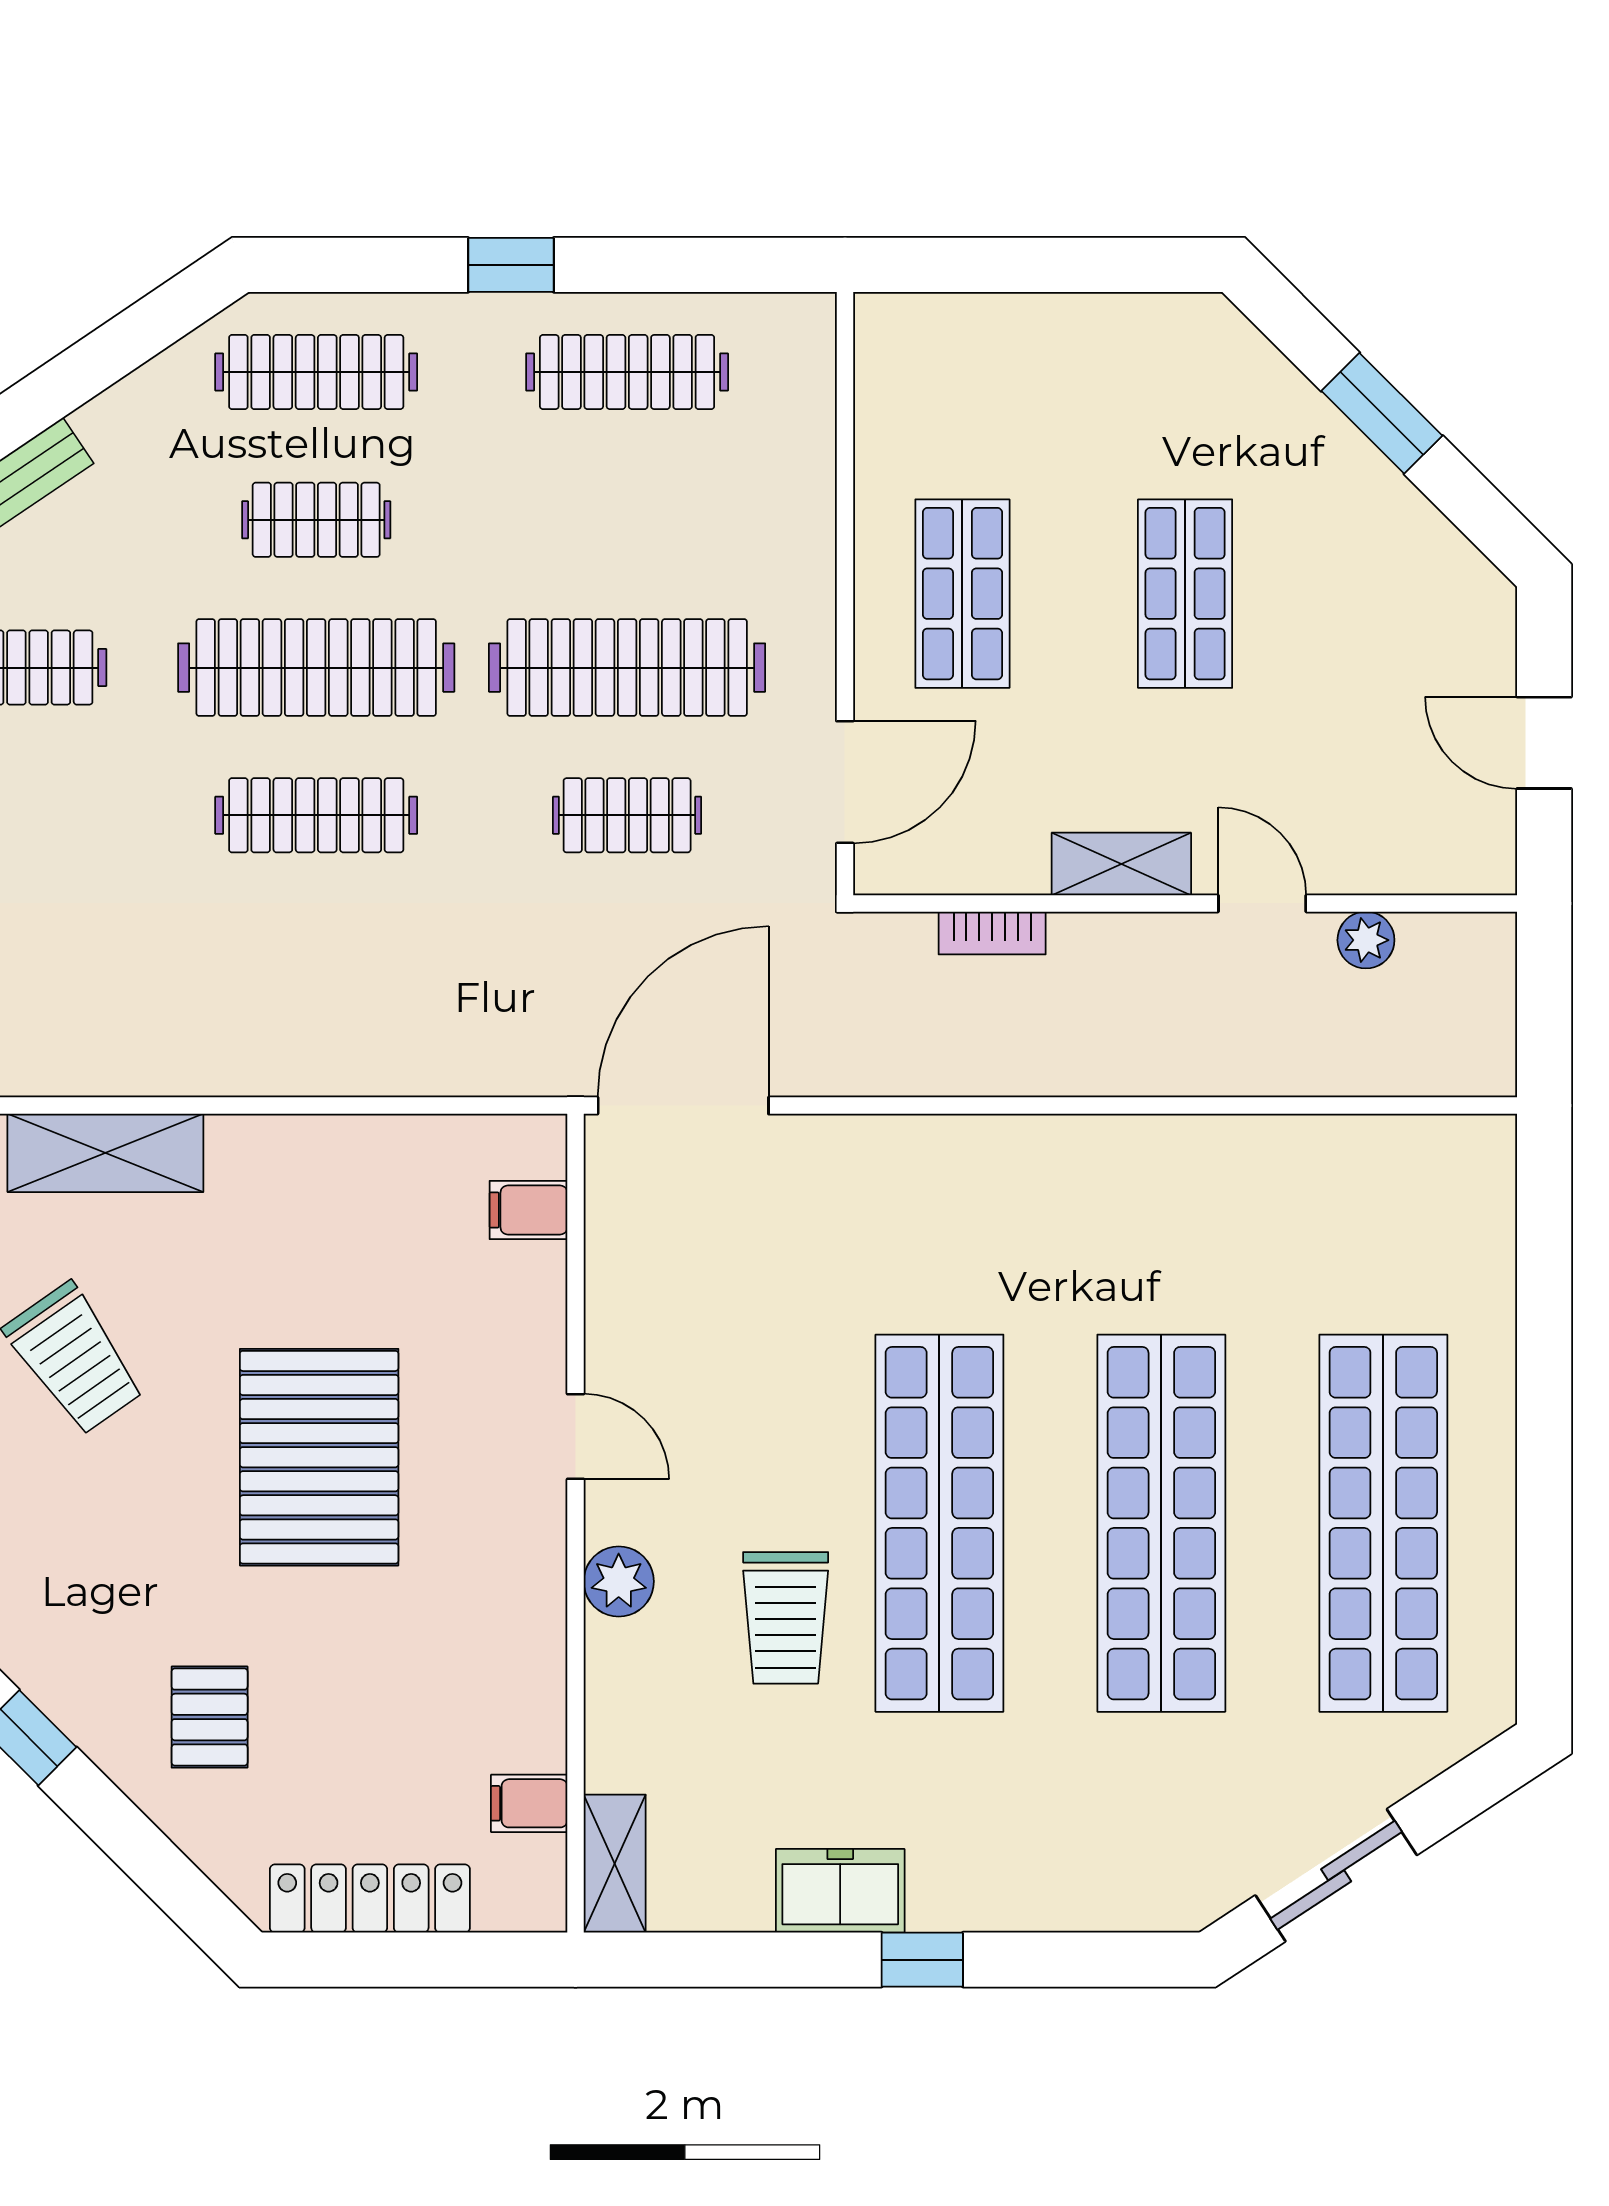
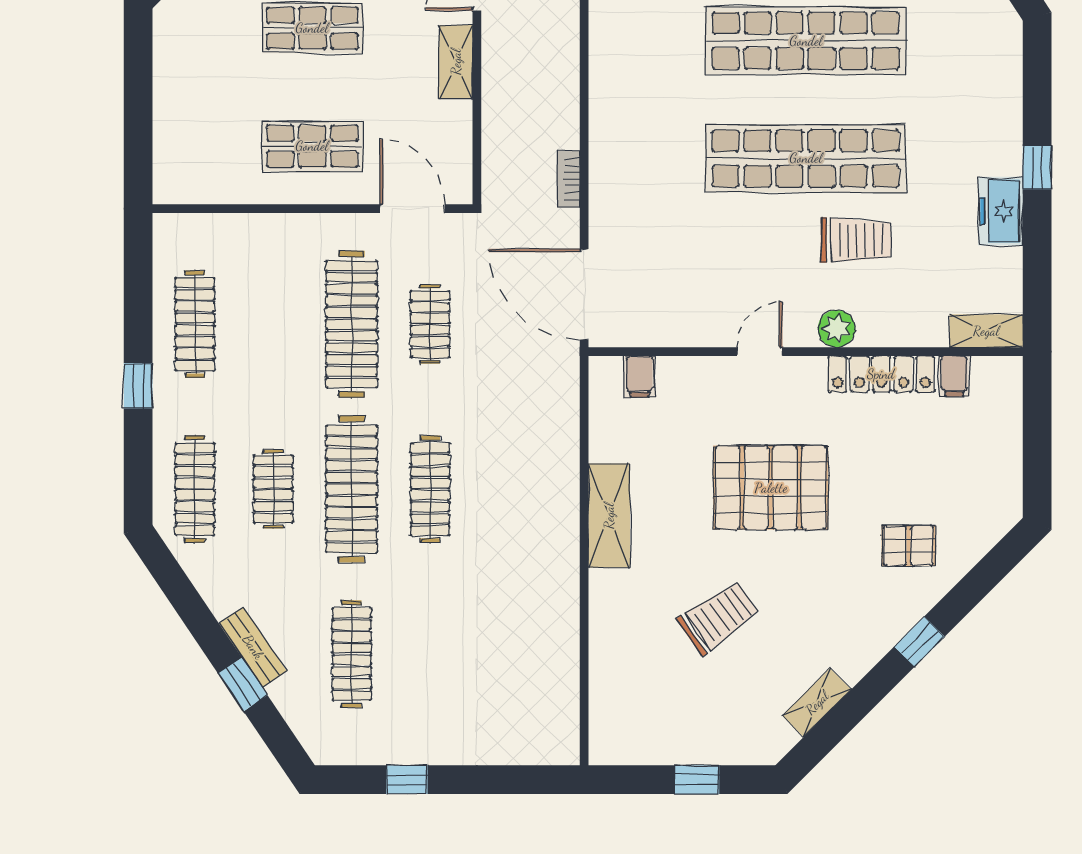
bookcase: (992, 933) -> (568, 179), moved, turned 180
shelving: (105, 1153) -> (609, 516), moved
locker: (370, 1899) -> (881, 374), moved, turned -90

